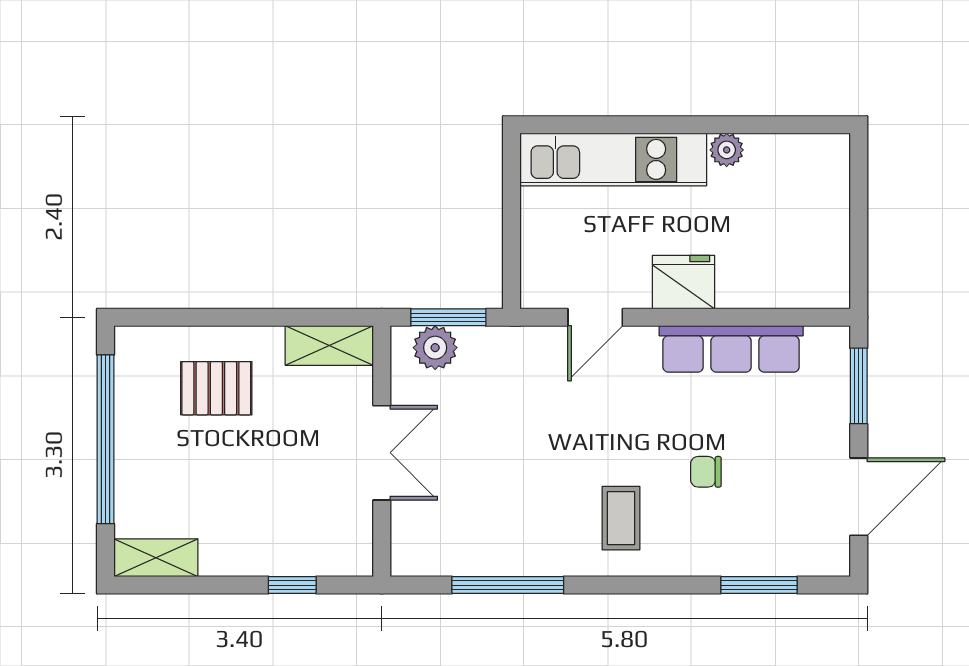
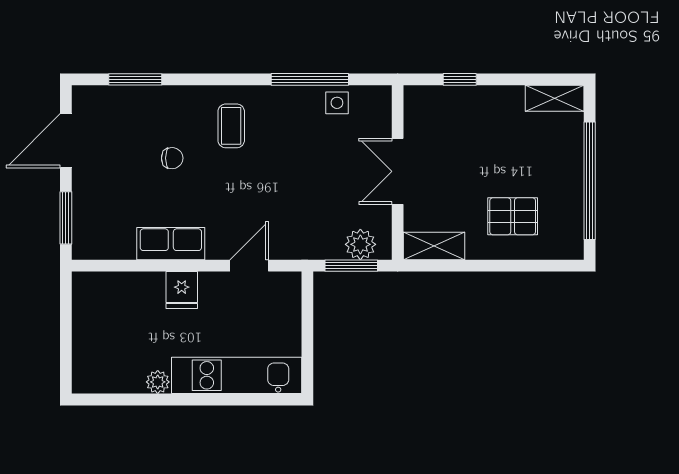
fridge: (684, 282) -> (182, 290), width x0.72
row of seats: (731, 349) -> (171, 244), width x0.68
side table: (469, 551) -> (337, 103), added

